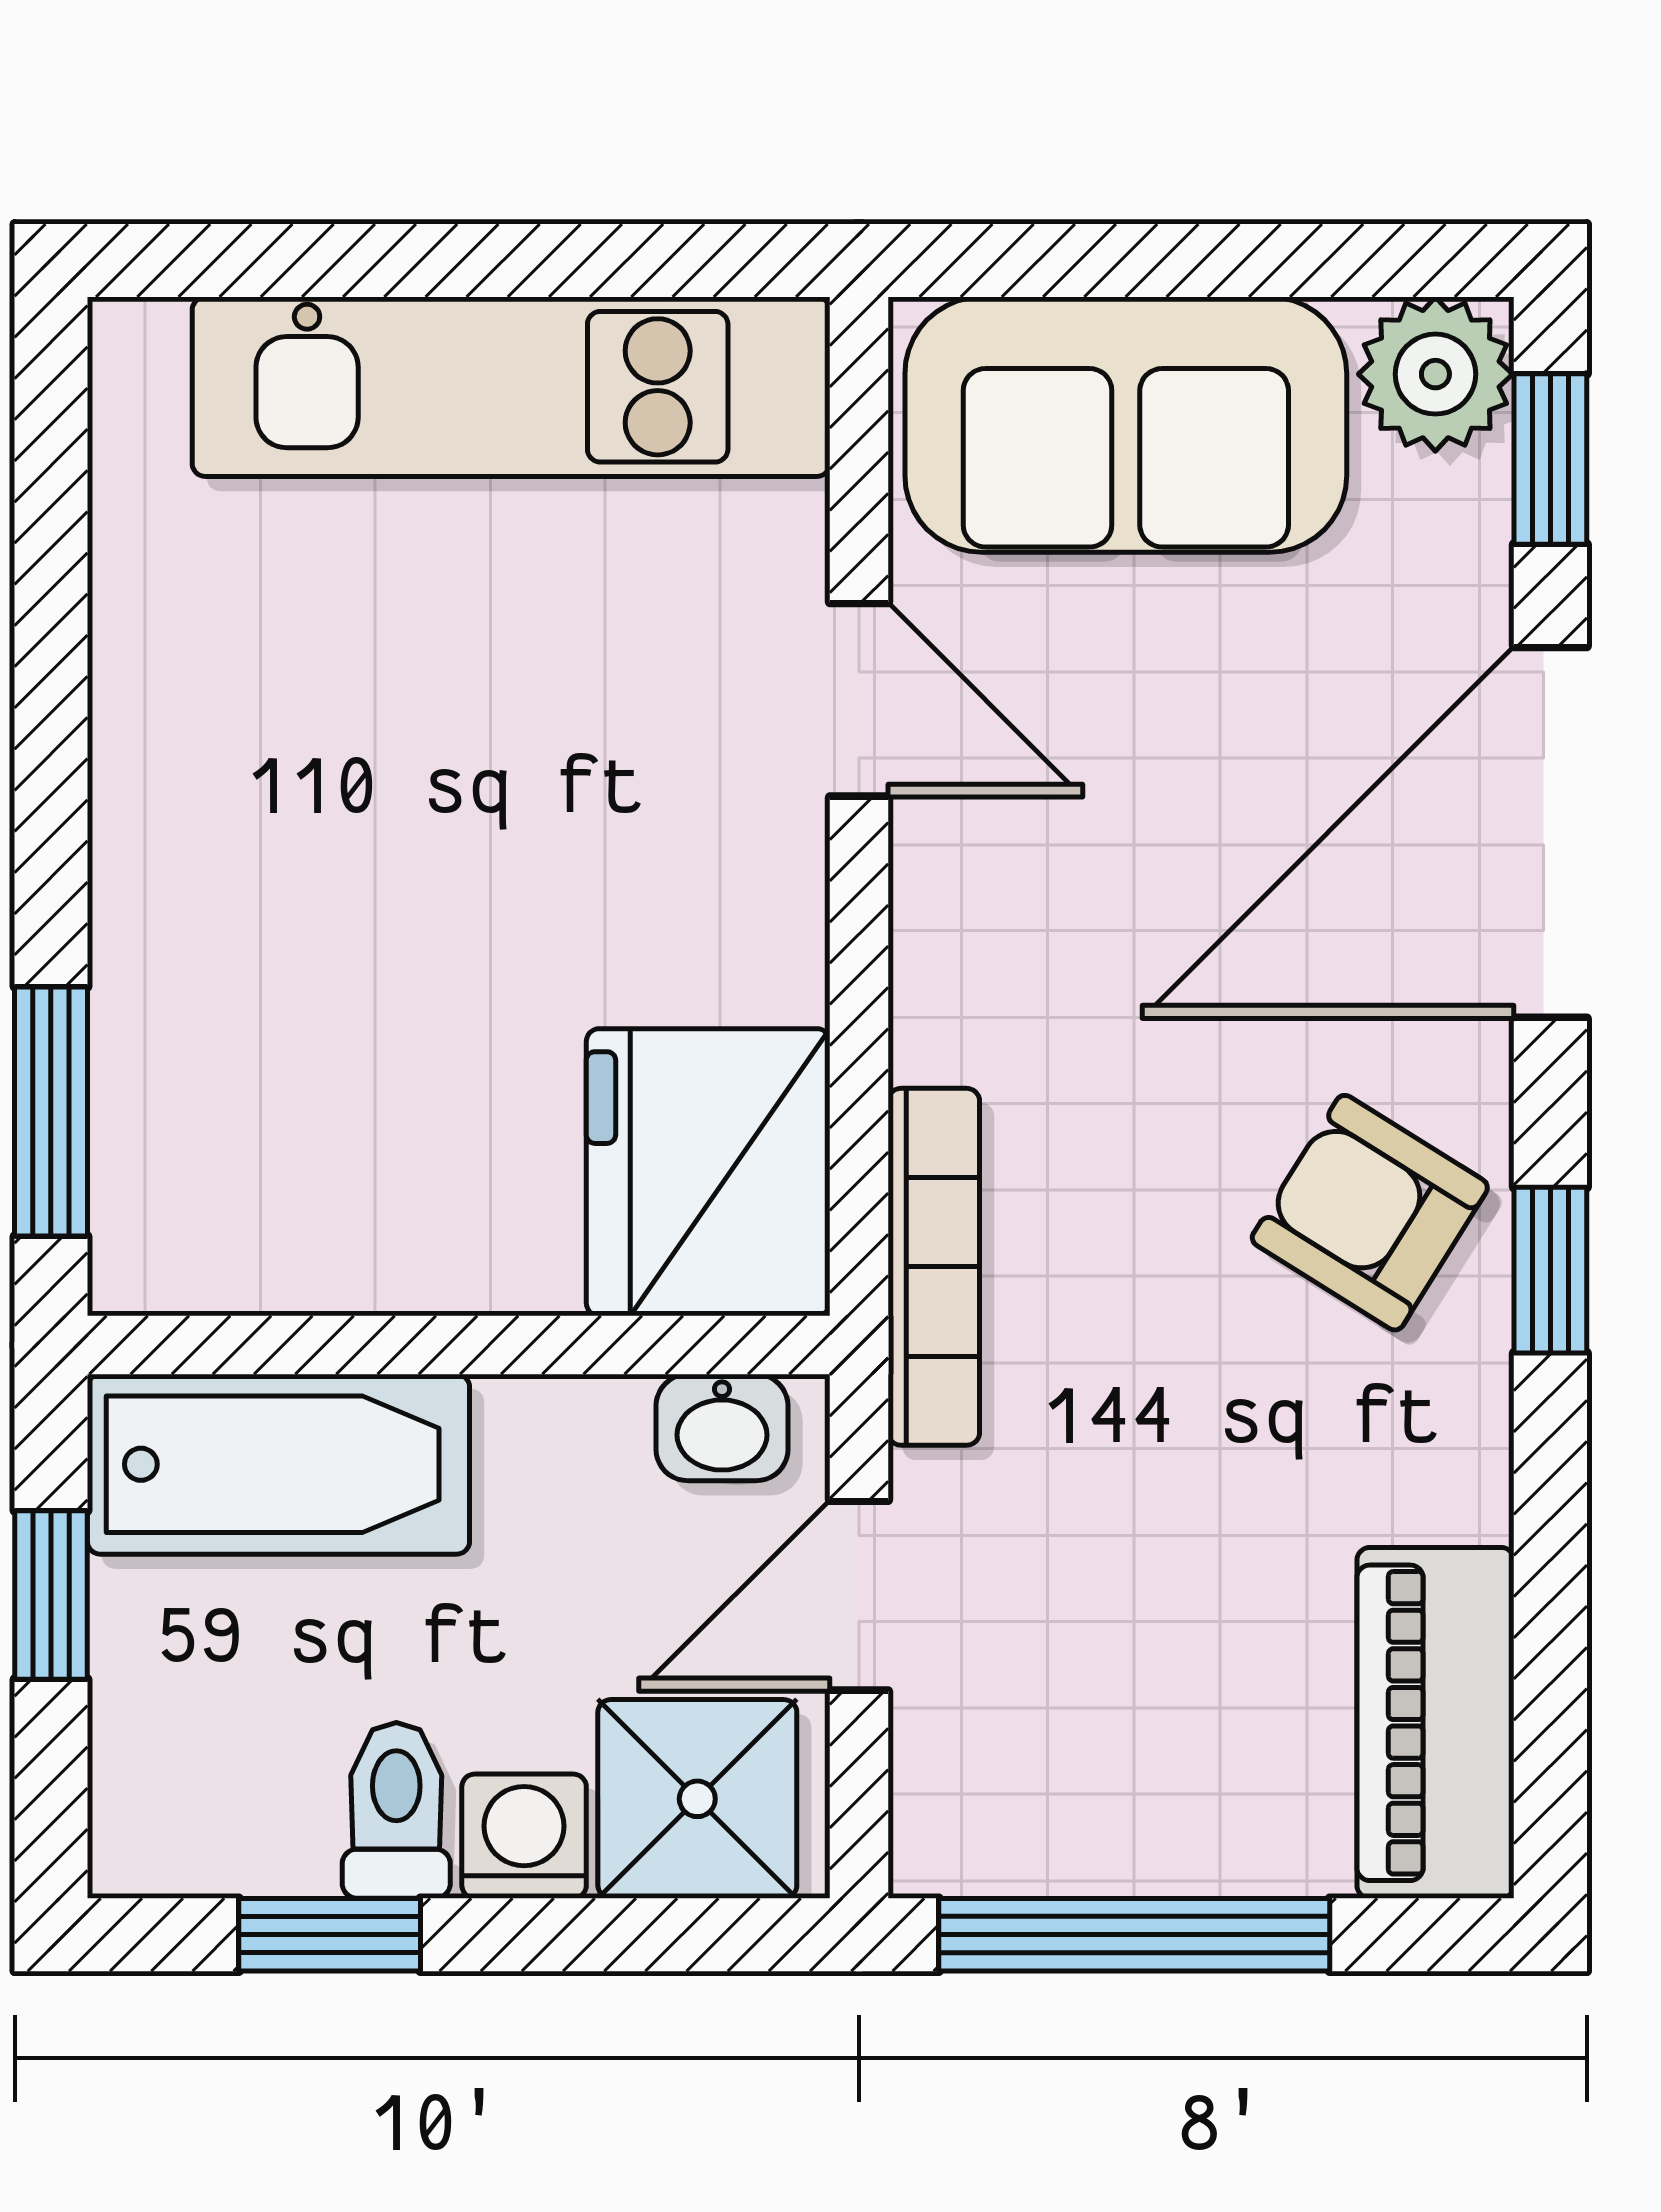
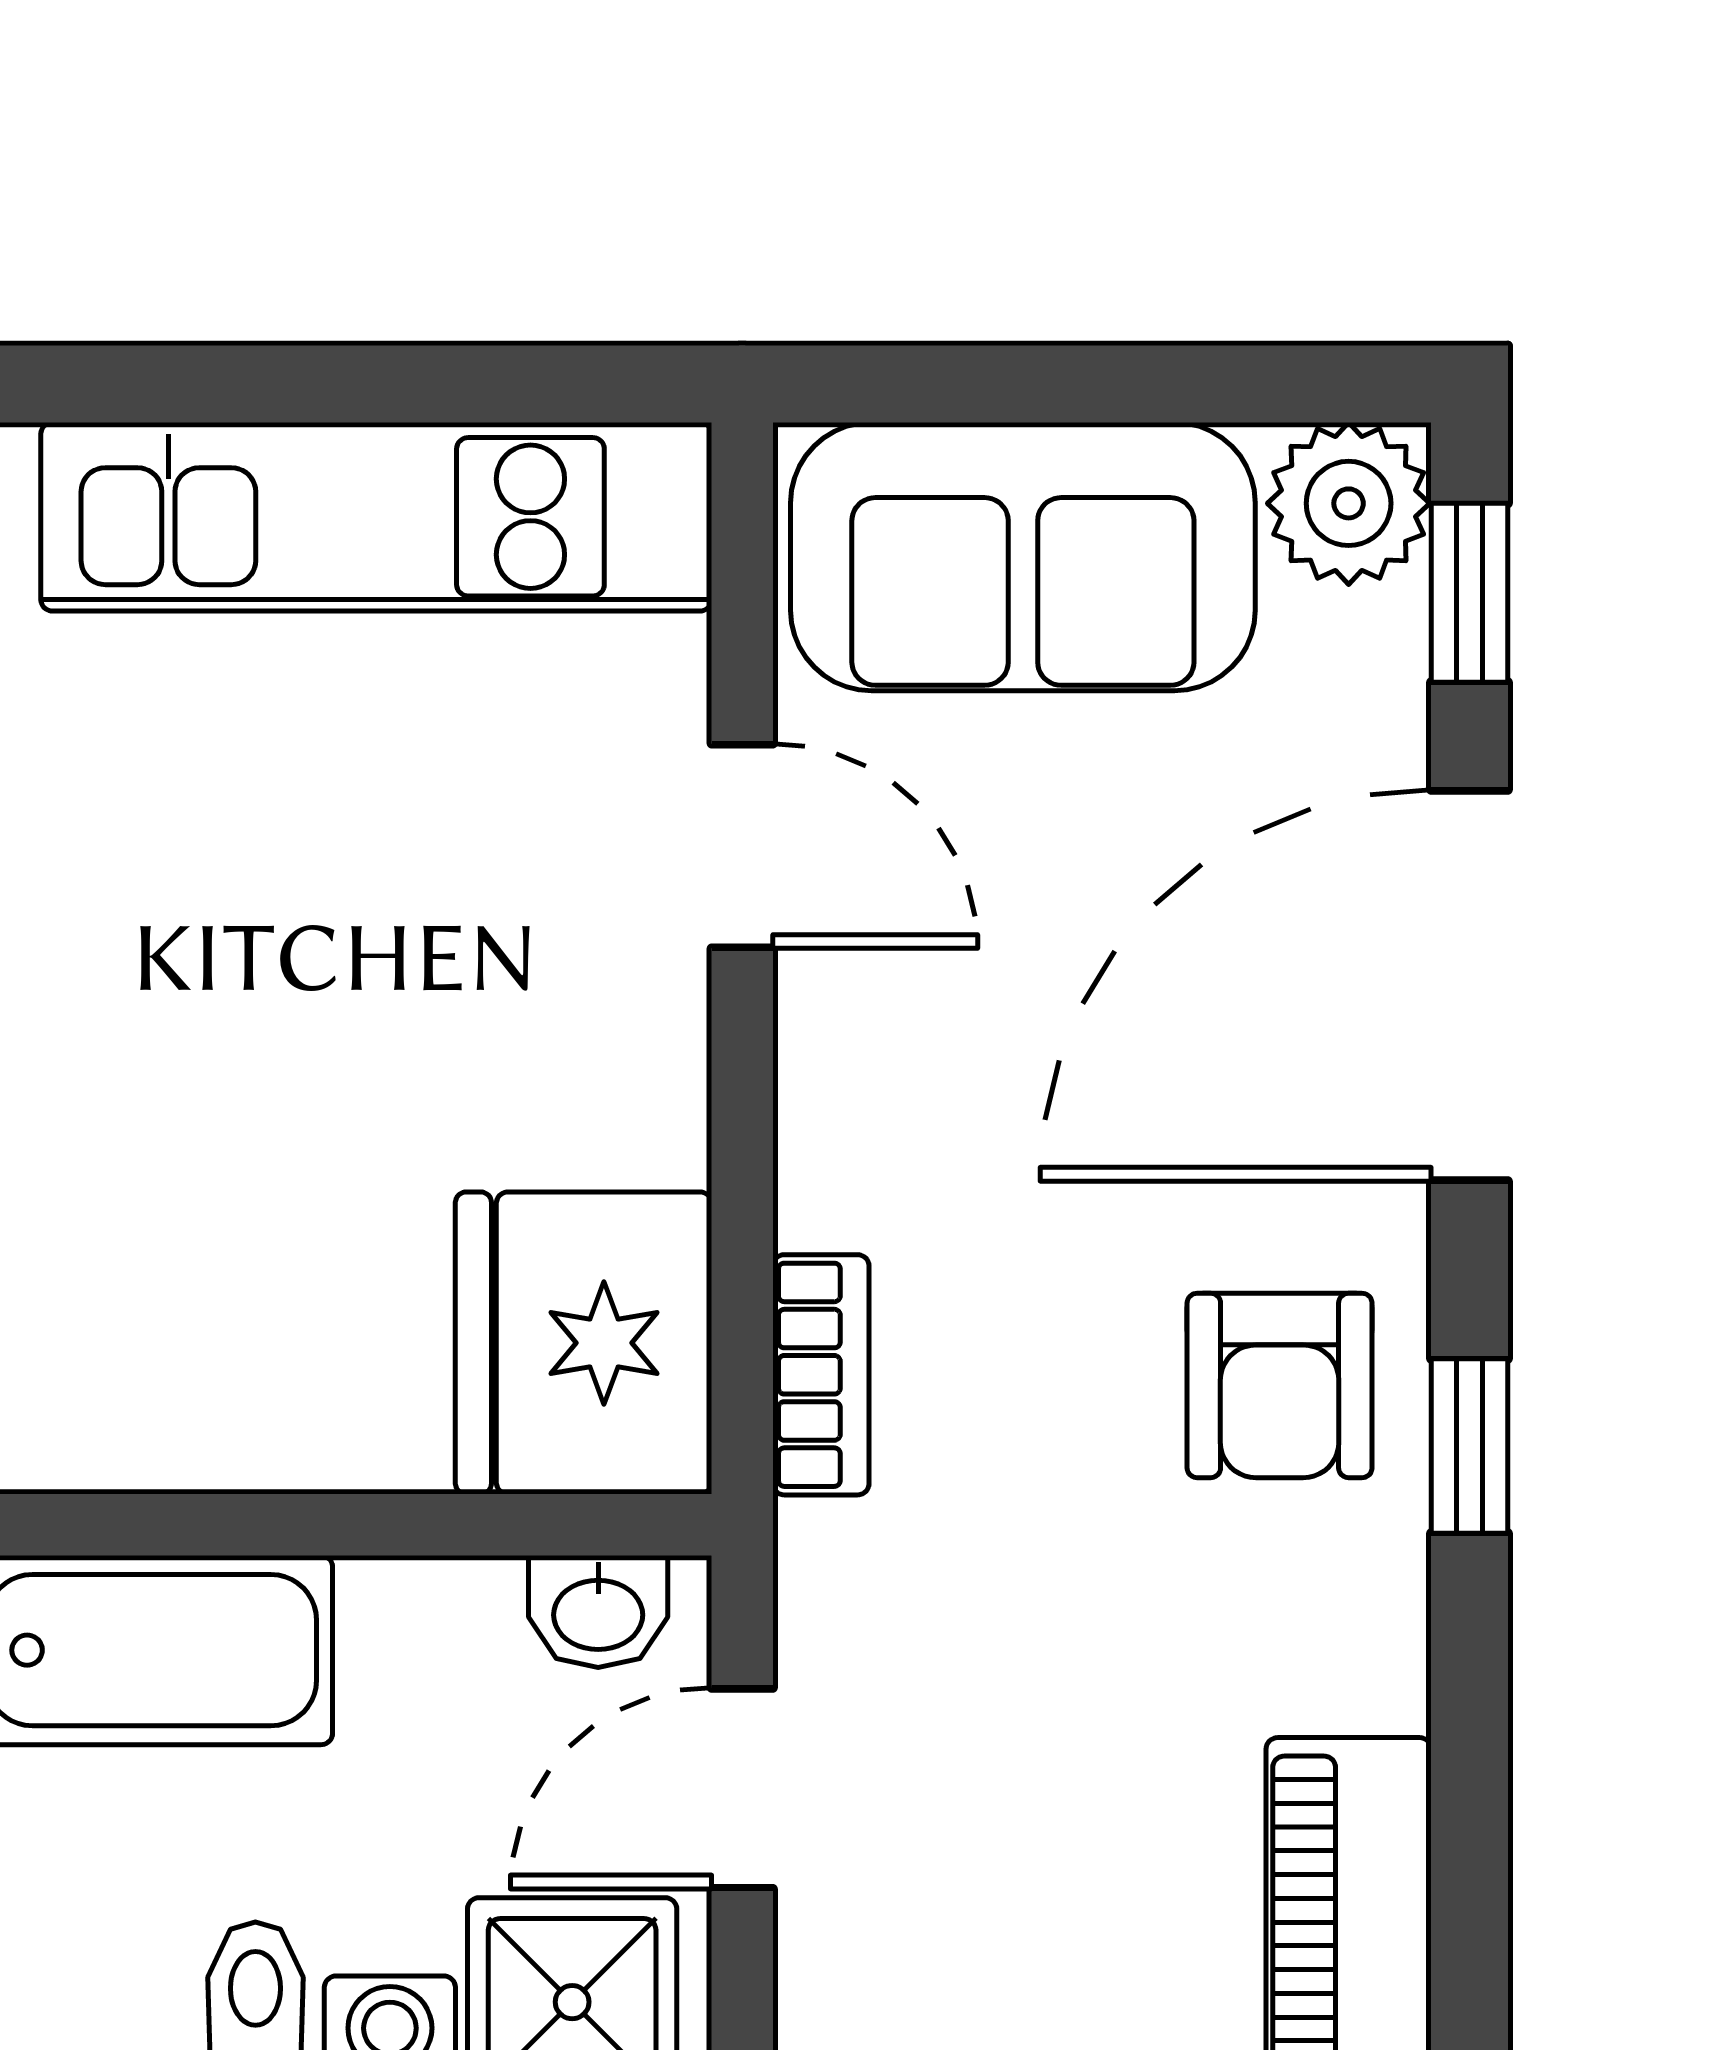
armchair: (1370, 1213) -> (1280, 1385), turned -122
bookcase: (934, 1267) -> (821, 1375), width x0.64

